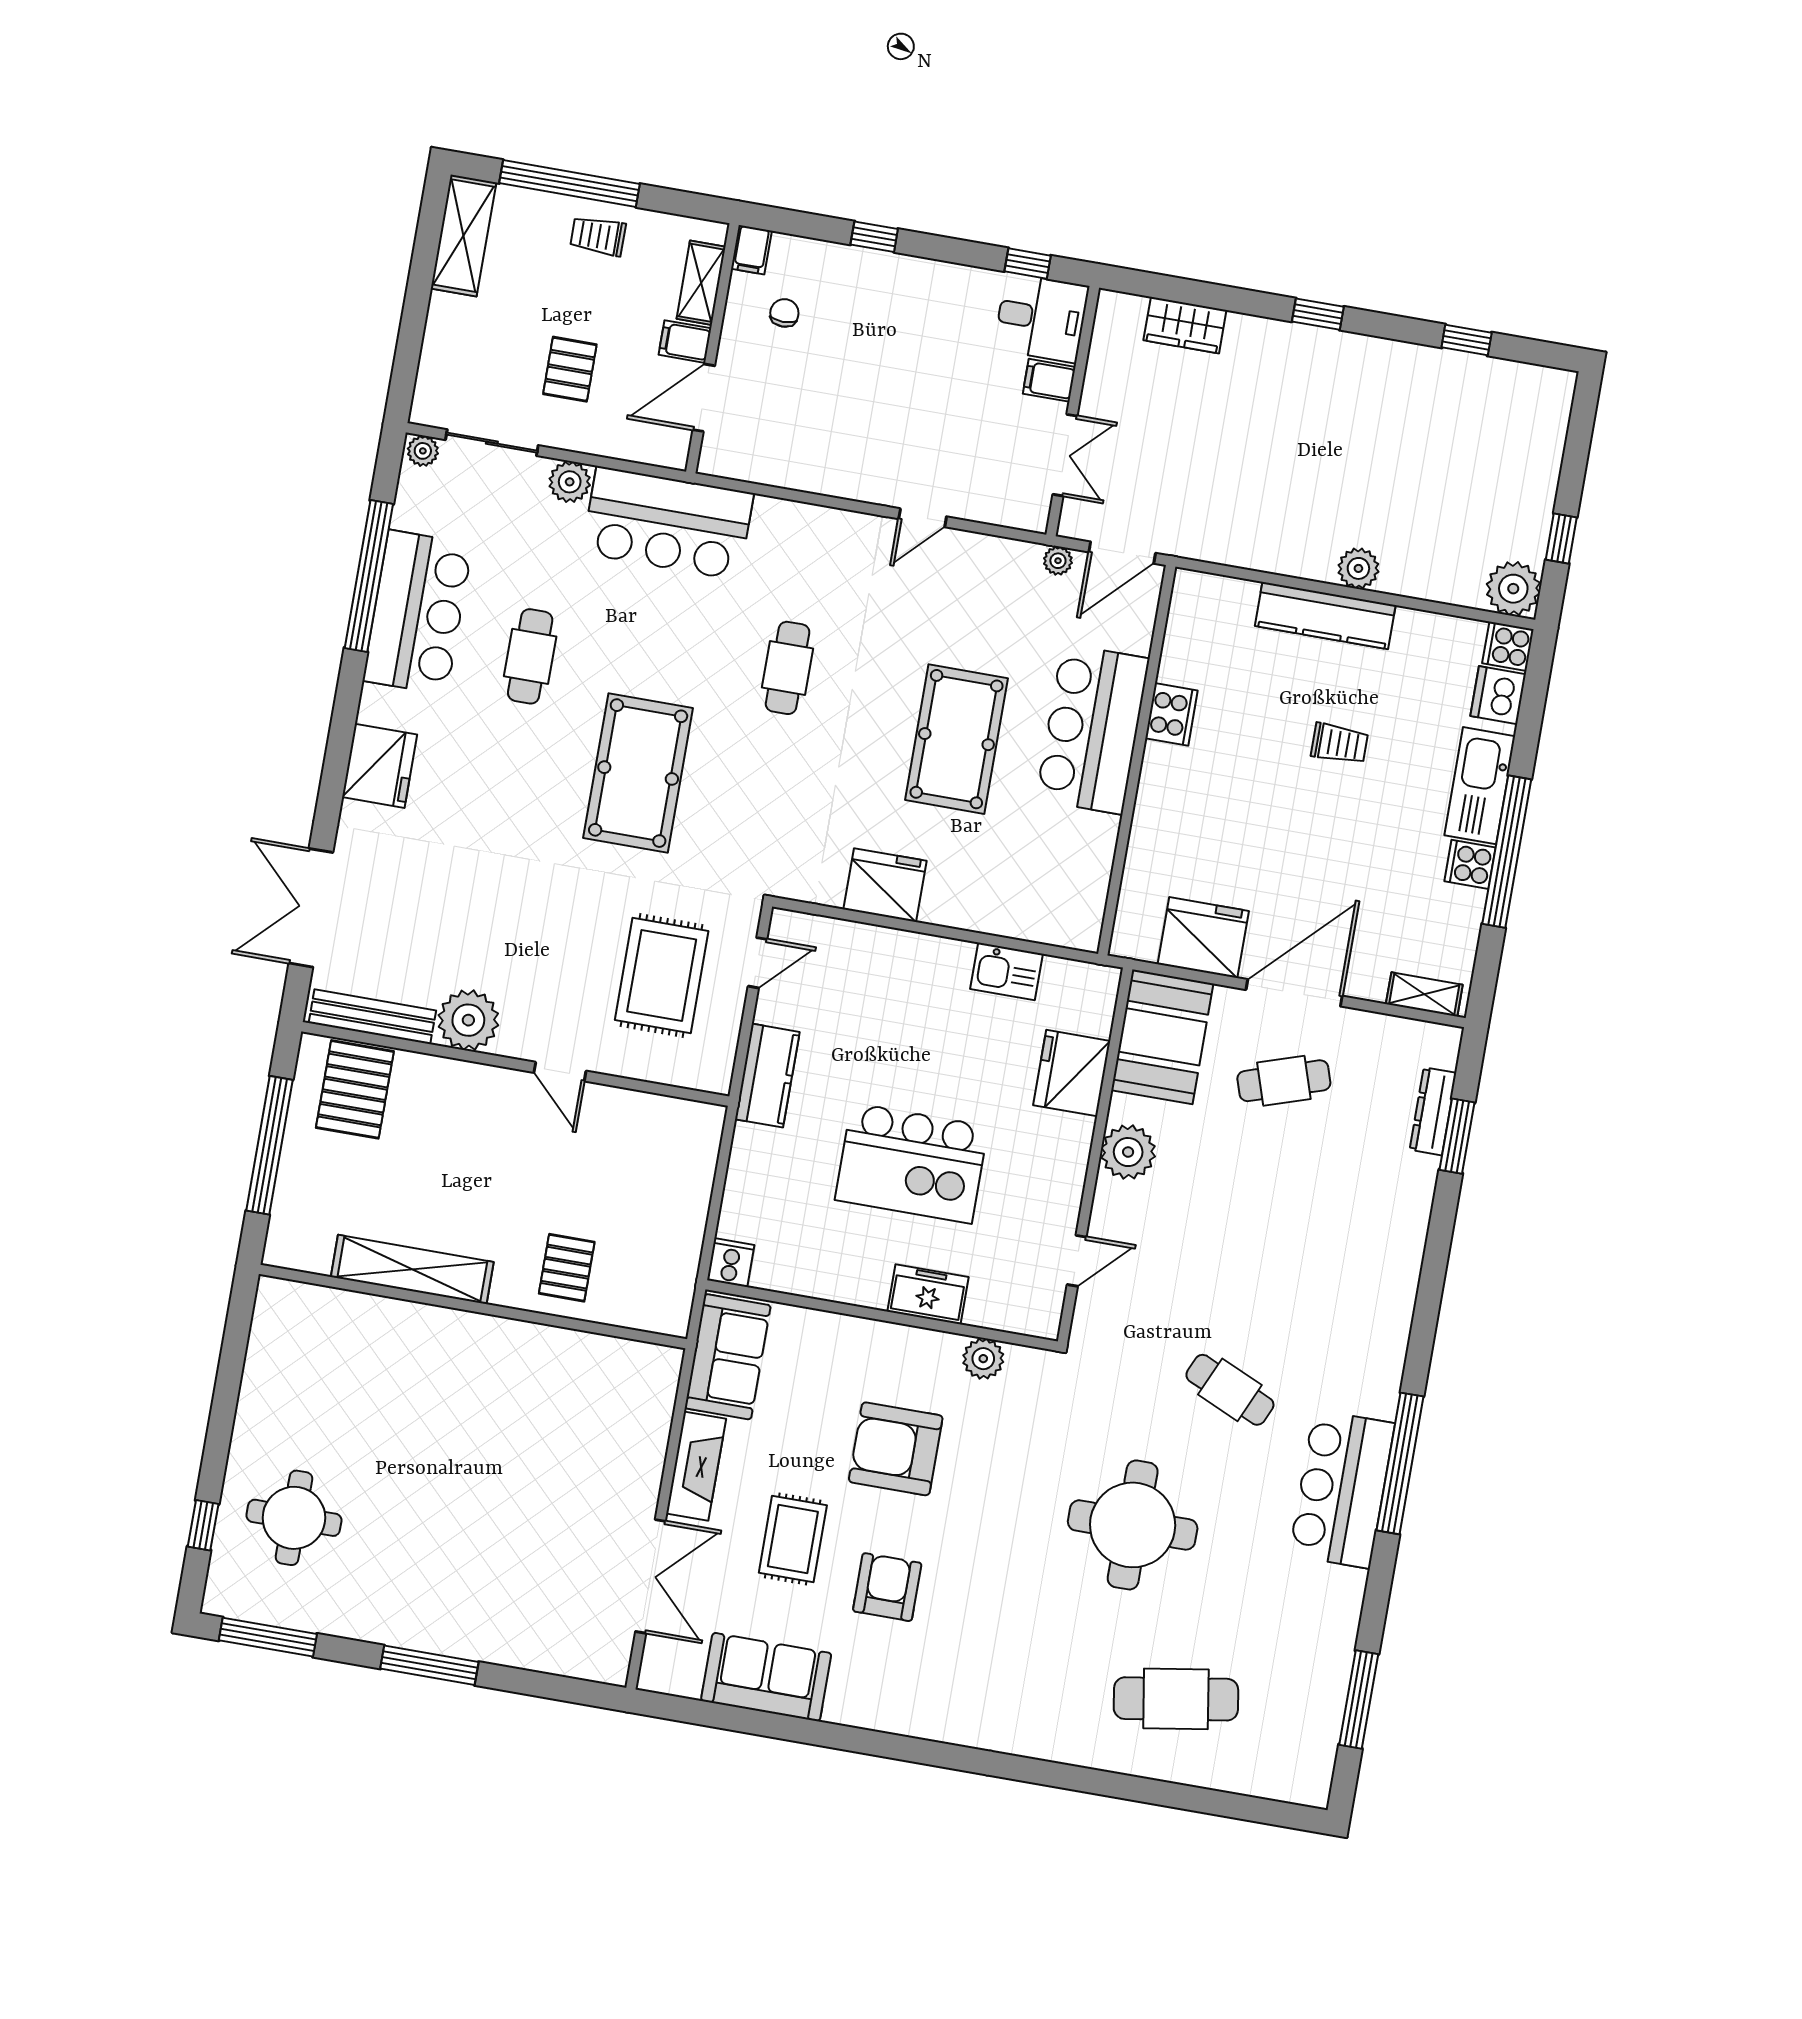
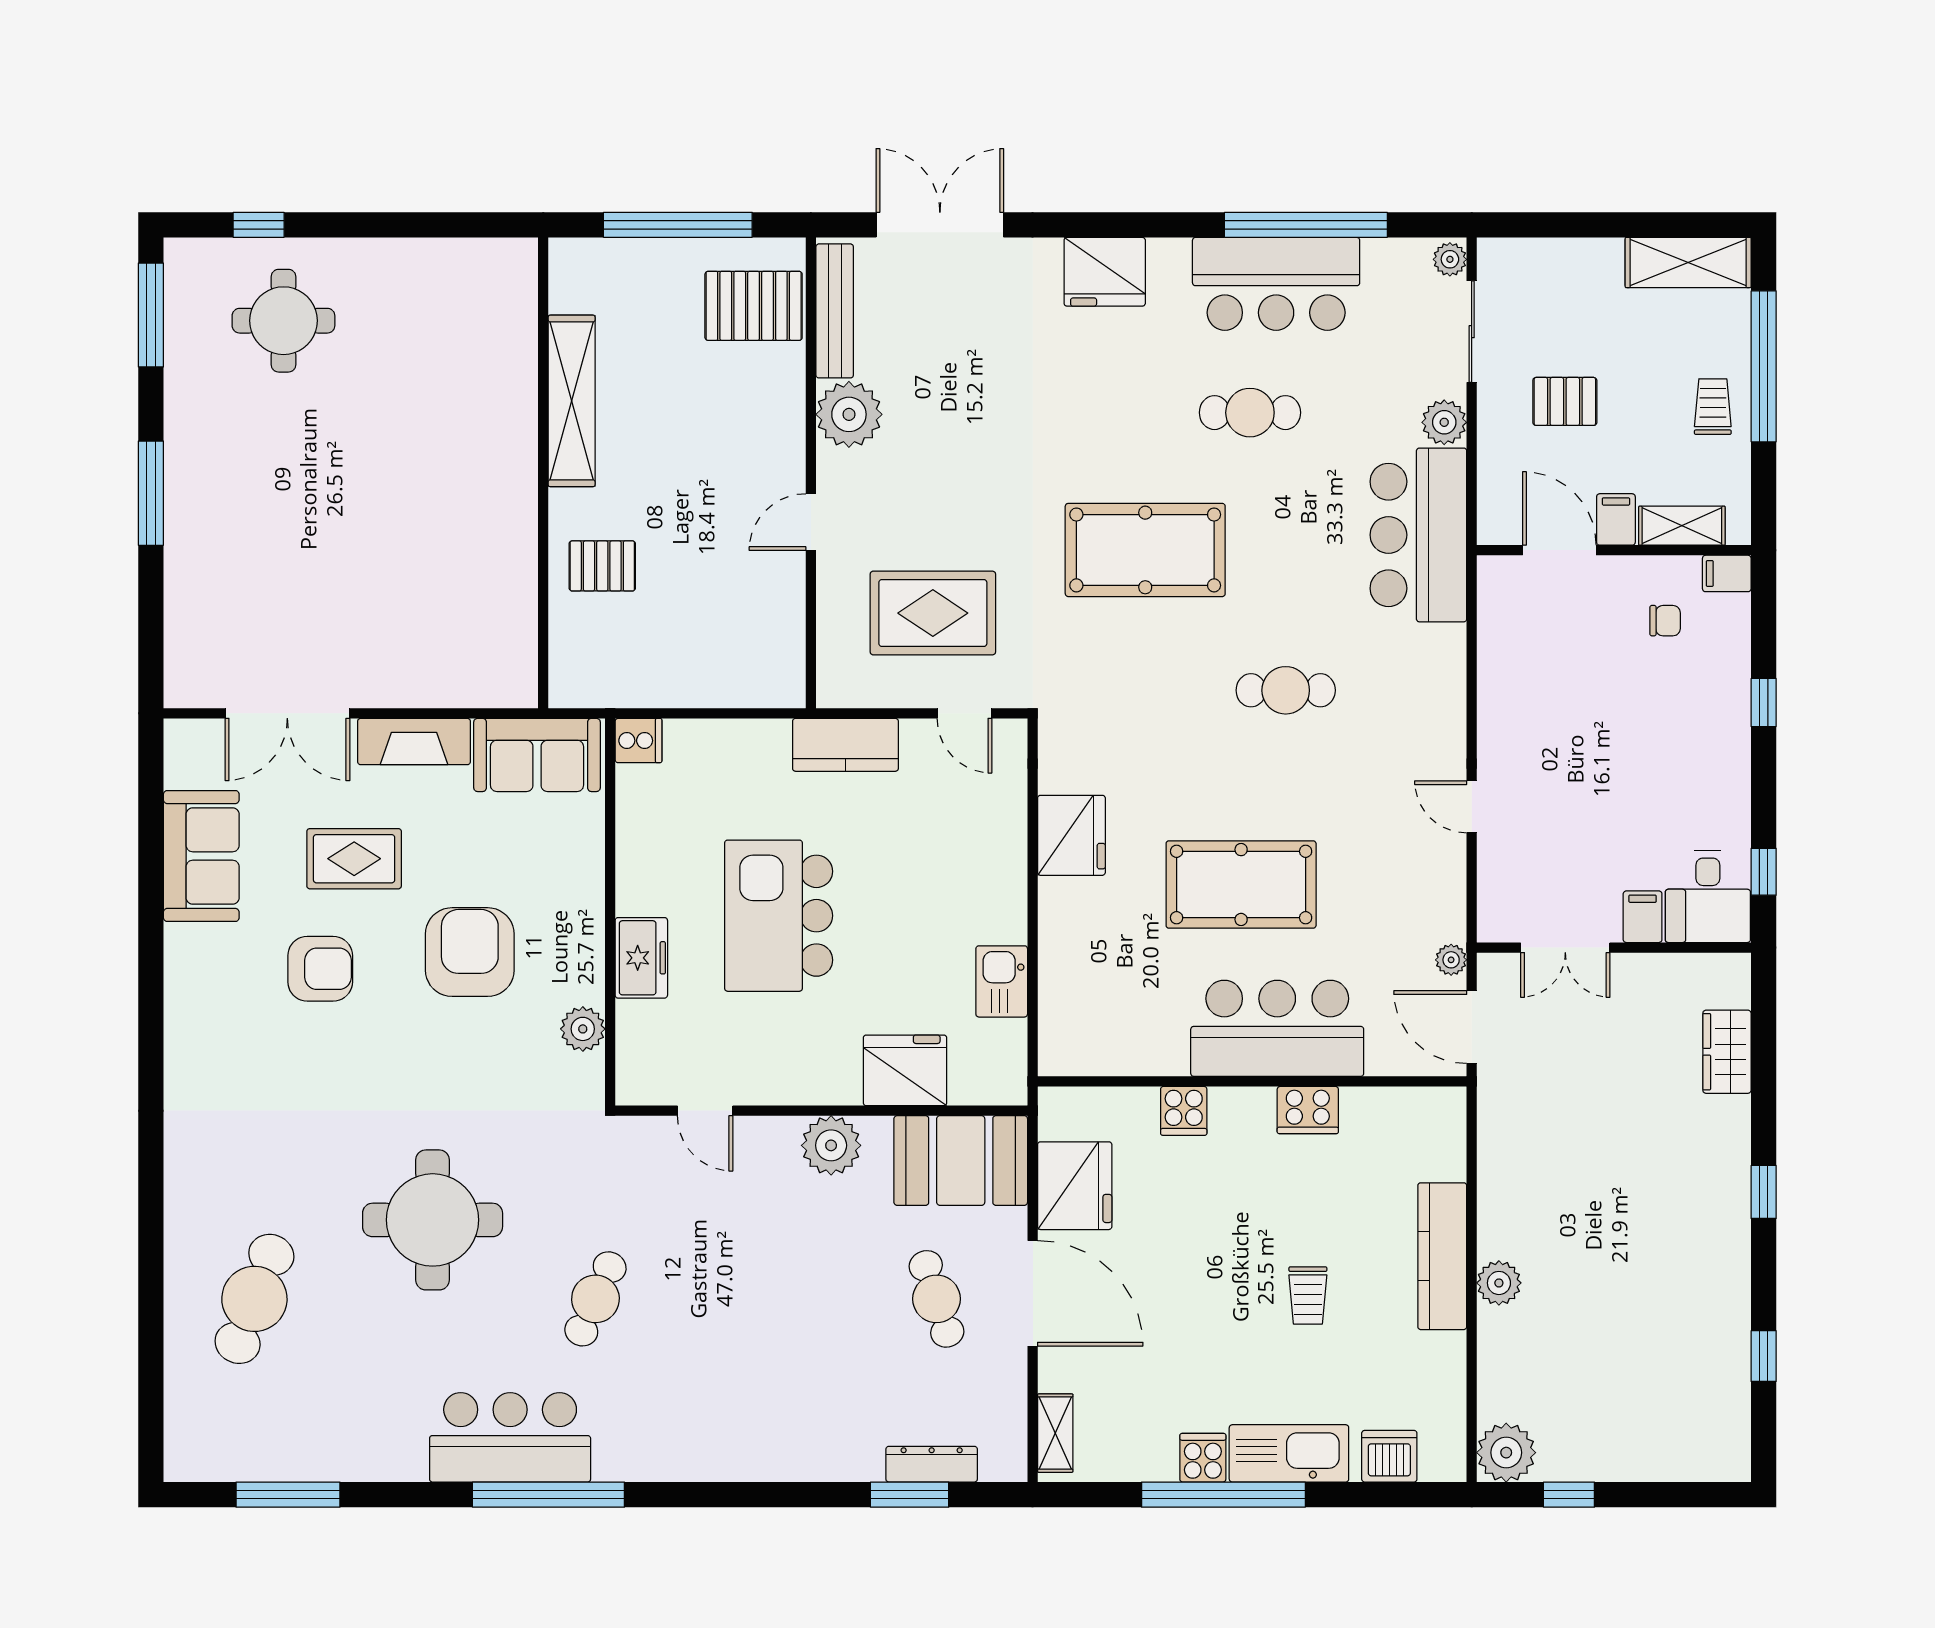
cooker: (1508, 646) -> (1184, 1111), moved, turned 180
cafe table: (1176, 1699) -> (254, 1299), turned 30

